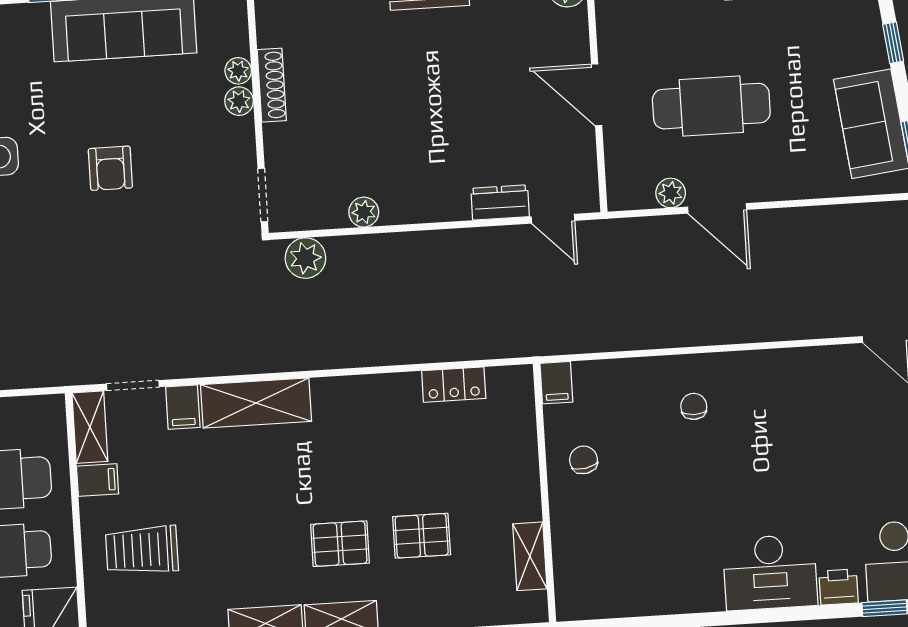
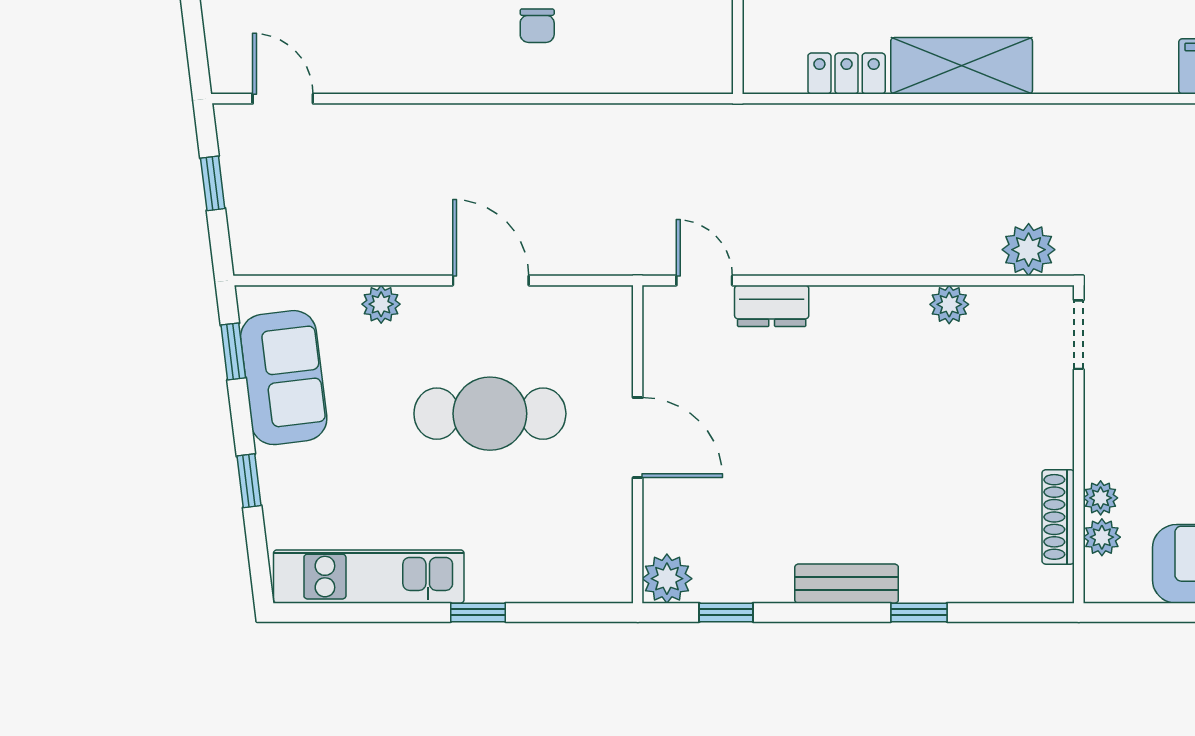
shoe rack: (272, 85) -> (1058, 517), moved
plant: (239, 101) -> (1102, 537), moved
plant: (671, 193) -> (381, 304), moved
filing cabinet: (556, 383) -> (713, 68), removed
shelving: (256, 403) -> (962, 66), moved

